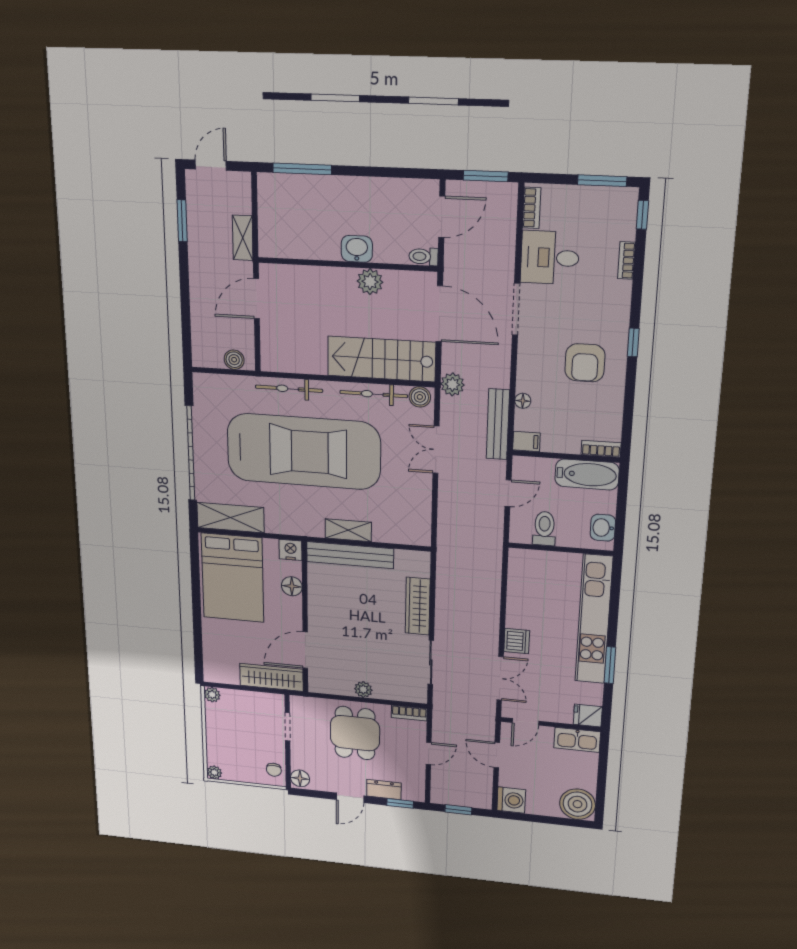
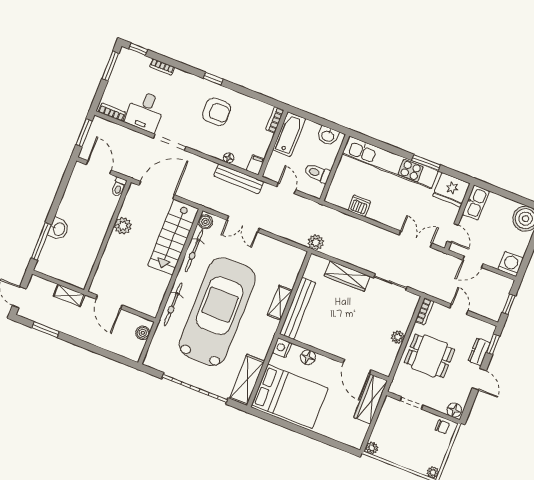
washbasin: (357, 249) -> (59, 229), moved, turned 180
plant: (452, 384) -> (316, 242), moved
dishwasher: (517, 641) -> (359, 206), moved
fridge: (588, 716) -> (451, 190), width x1.88, depth x1.34

